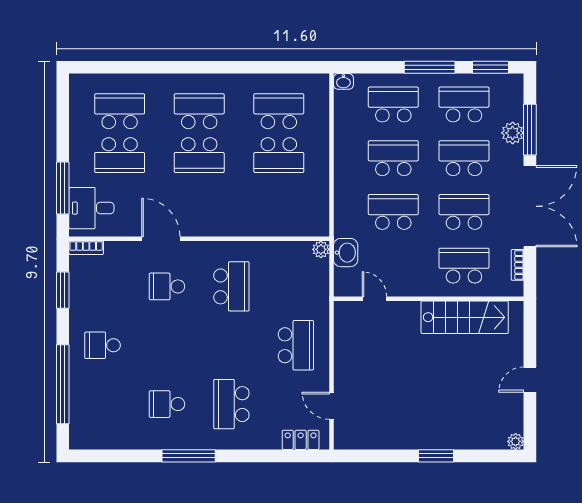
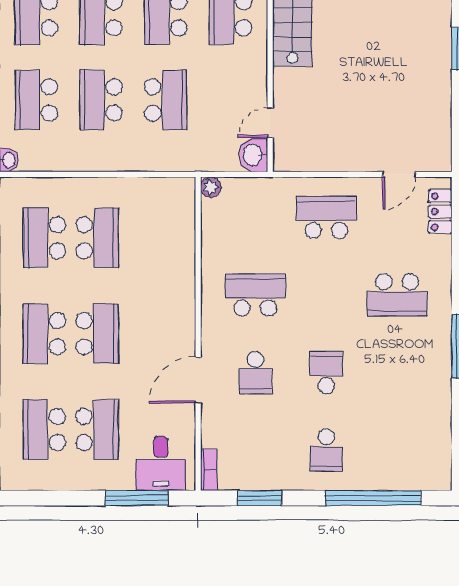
school desk: (393, 212) -> (166, 100), turned 180
washbasin: (346, 253) -> (253, 155), moved, turned -90
school desk: (167, 404) -> (326, 373), moved, turned 180

